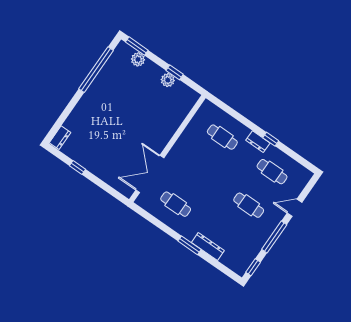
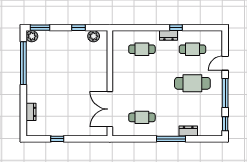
plant: (138, 59) -> (32, 36), moved
plant: (168, 80) -> (94, 36), moved
dresser: (60, 138) -> (31, 112), moved
cafe table: (249, 205) -> (192, 83), width x1.37, depth x1.35
window: (190, 245) -> (171, 139), width x1.44
dresser: (208, 247) -> (188, 131), width x0.70

